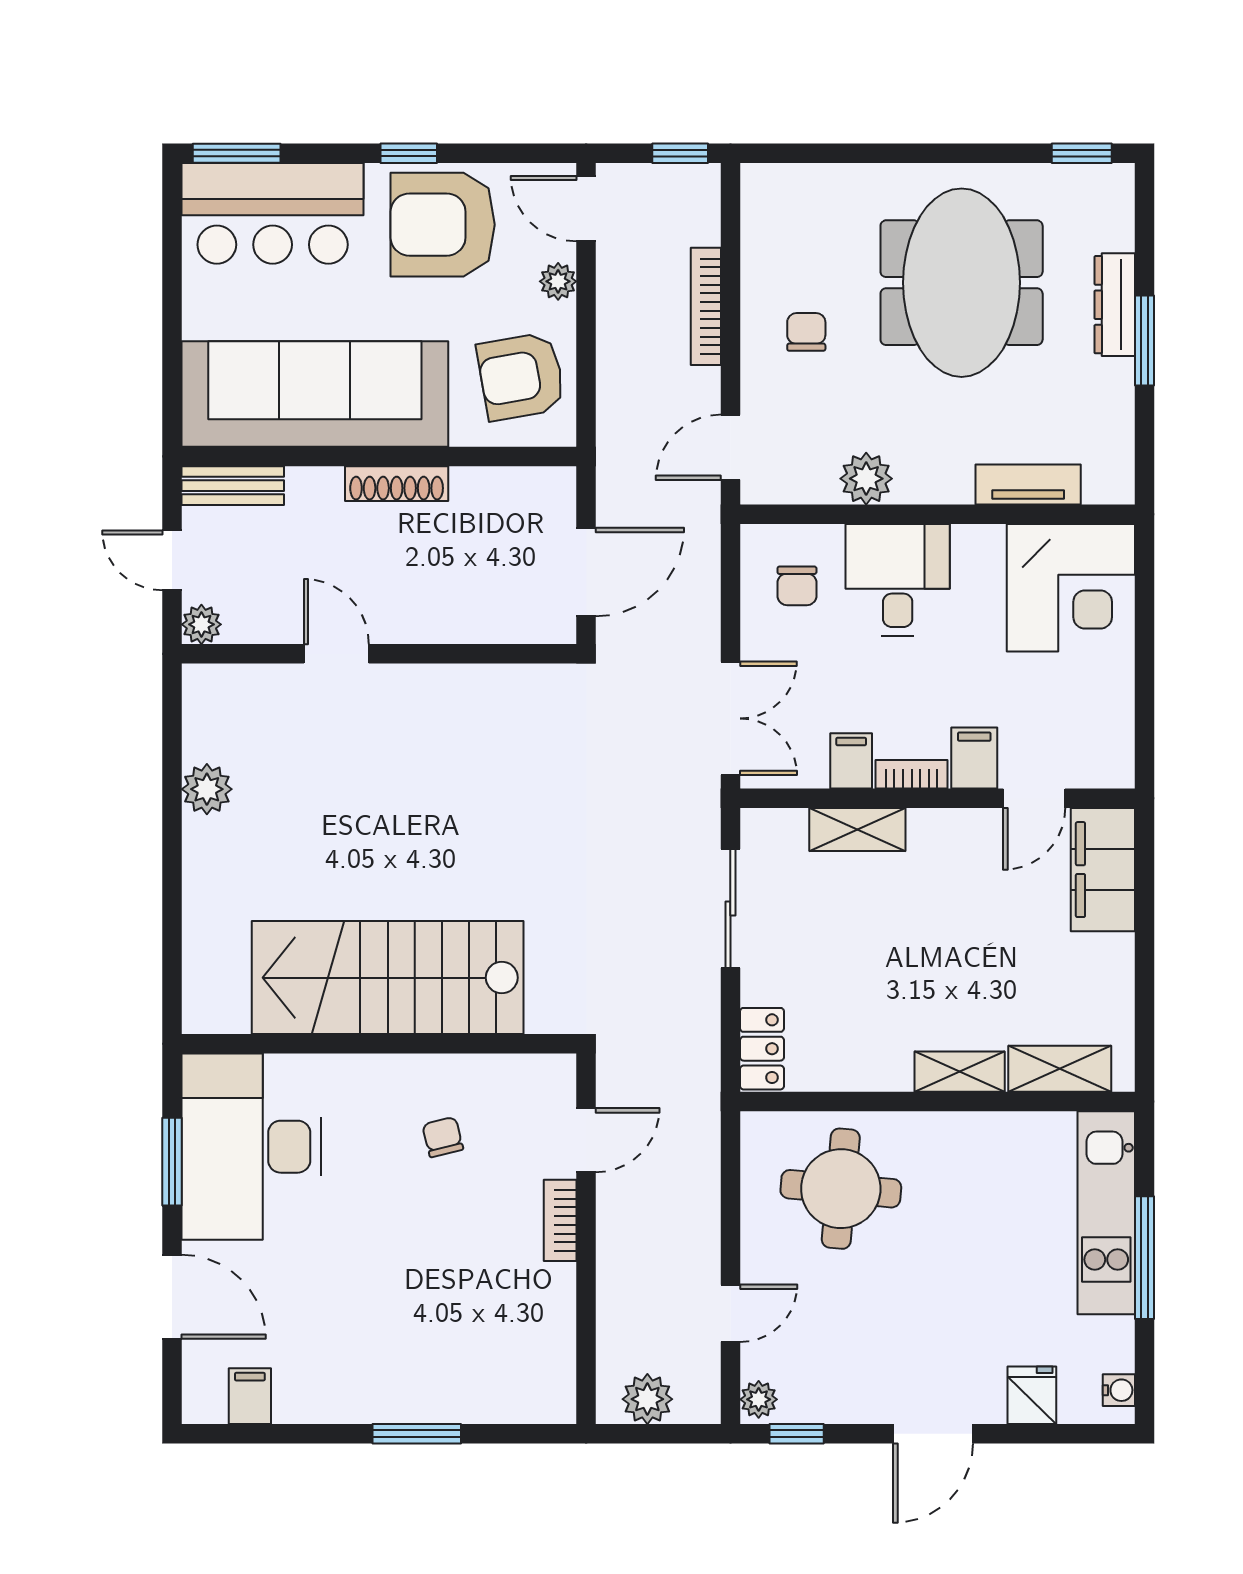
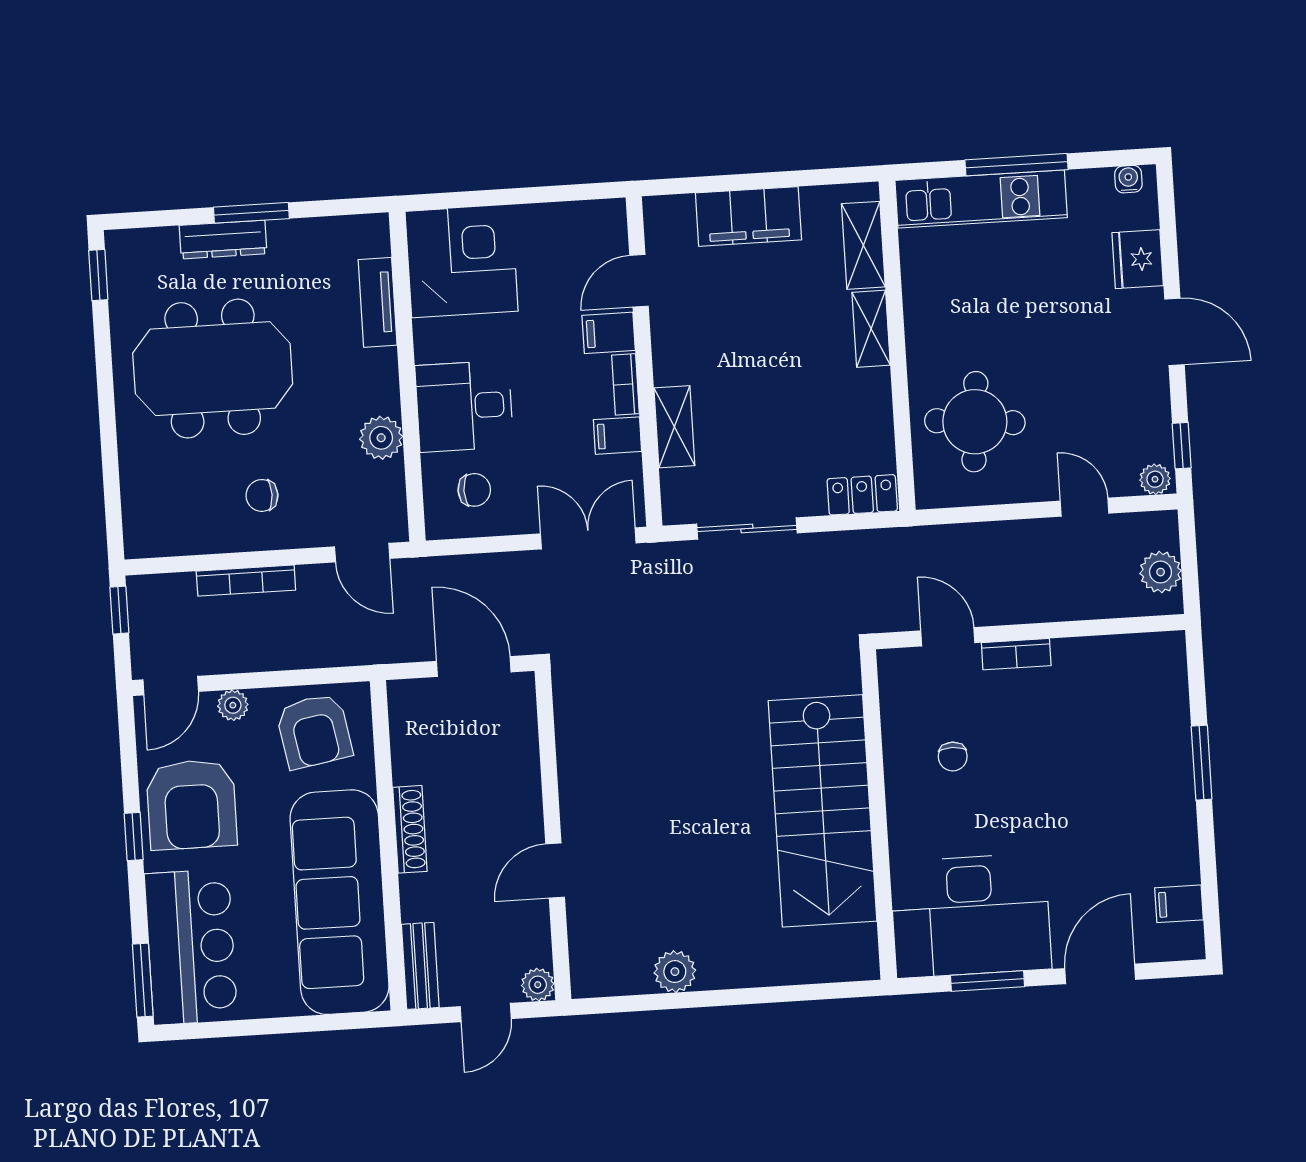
door: (1034, 798) -> (639, 281), swing flipped
filing cabinet: (1103, 870) -> (748, 216), moved
chair: (443, 1137) -> (953, 757), turned -76
fridge: (1032, 1395) -> (1138, 259), width x1.38

